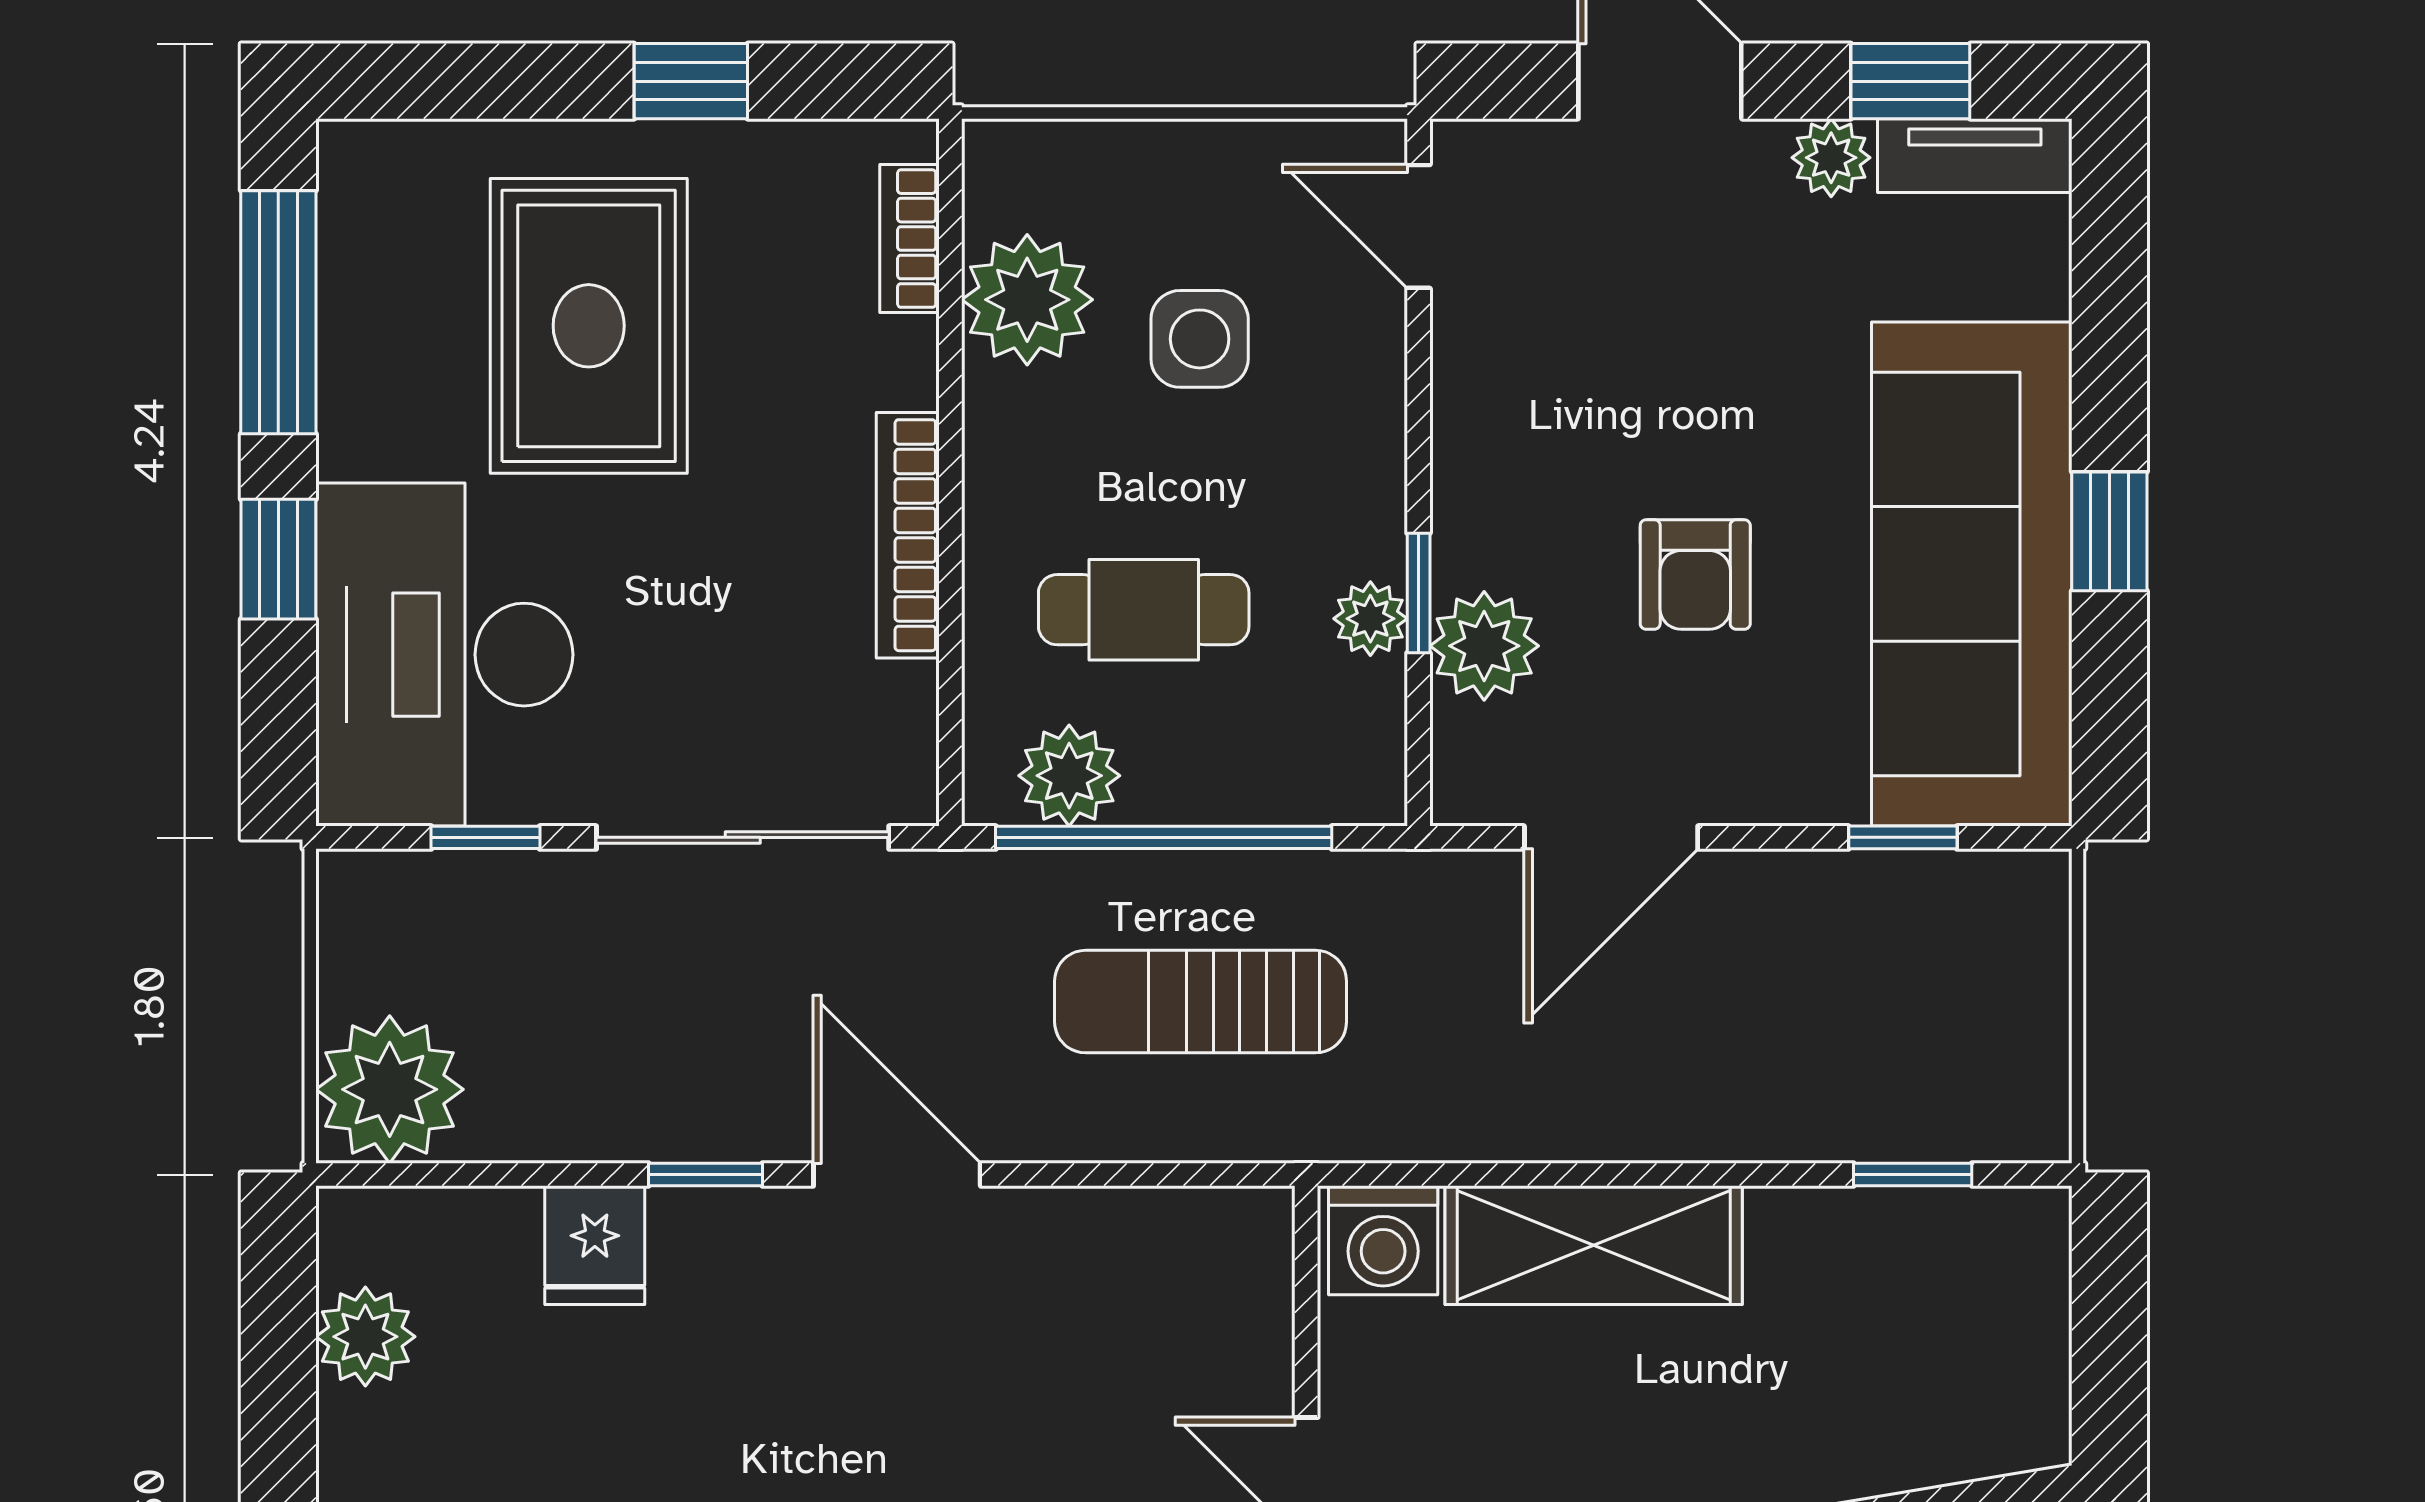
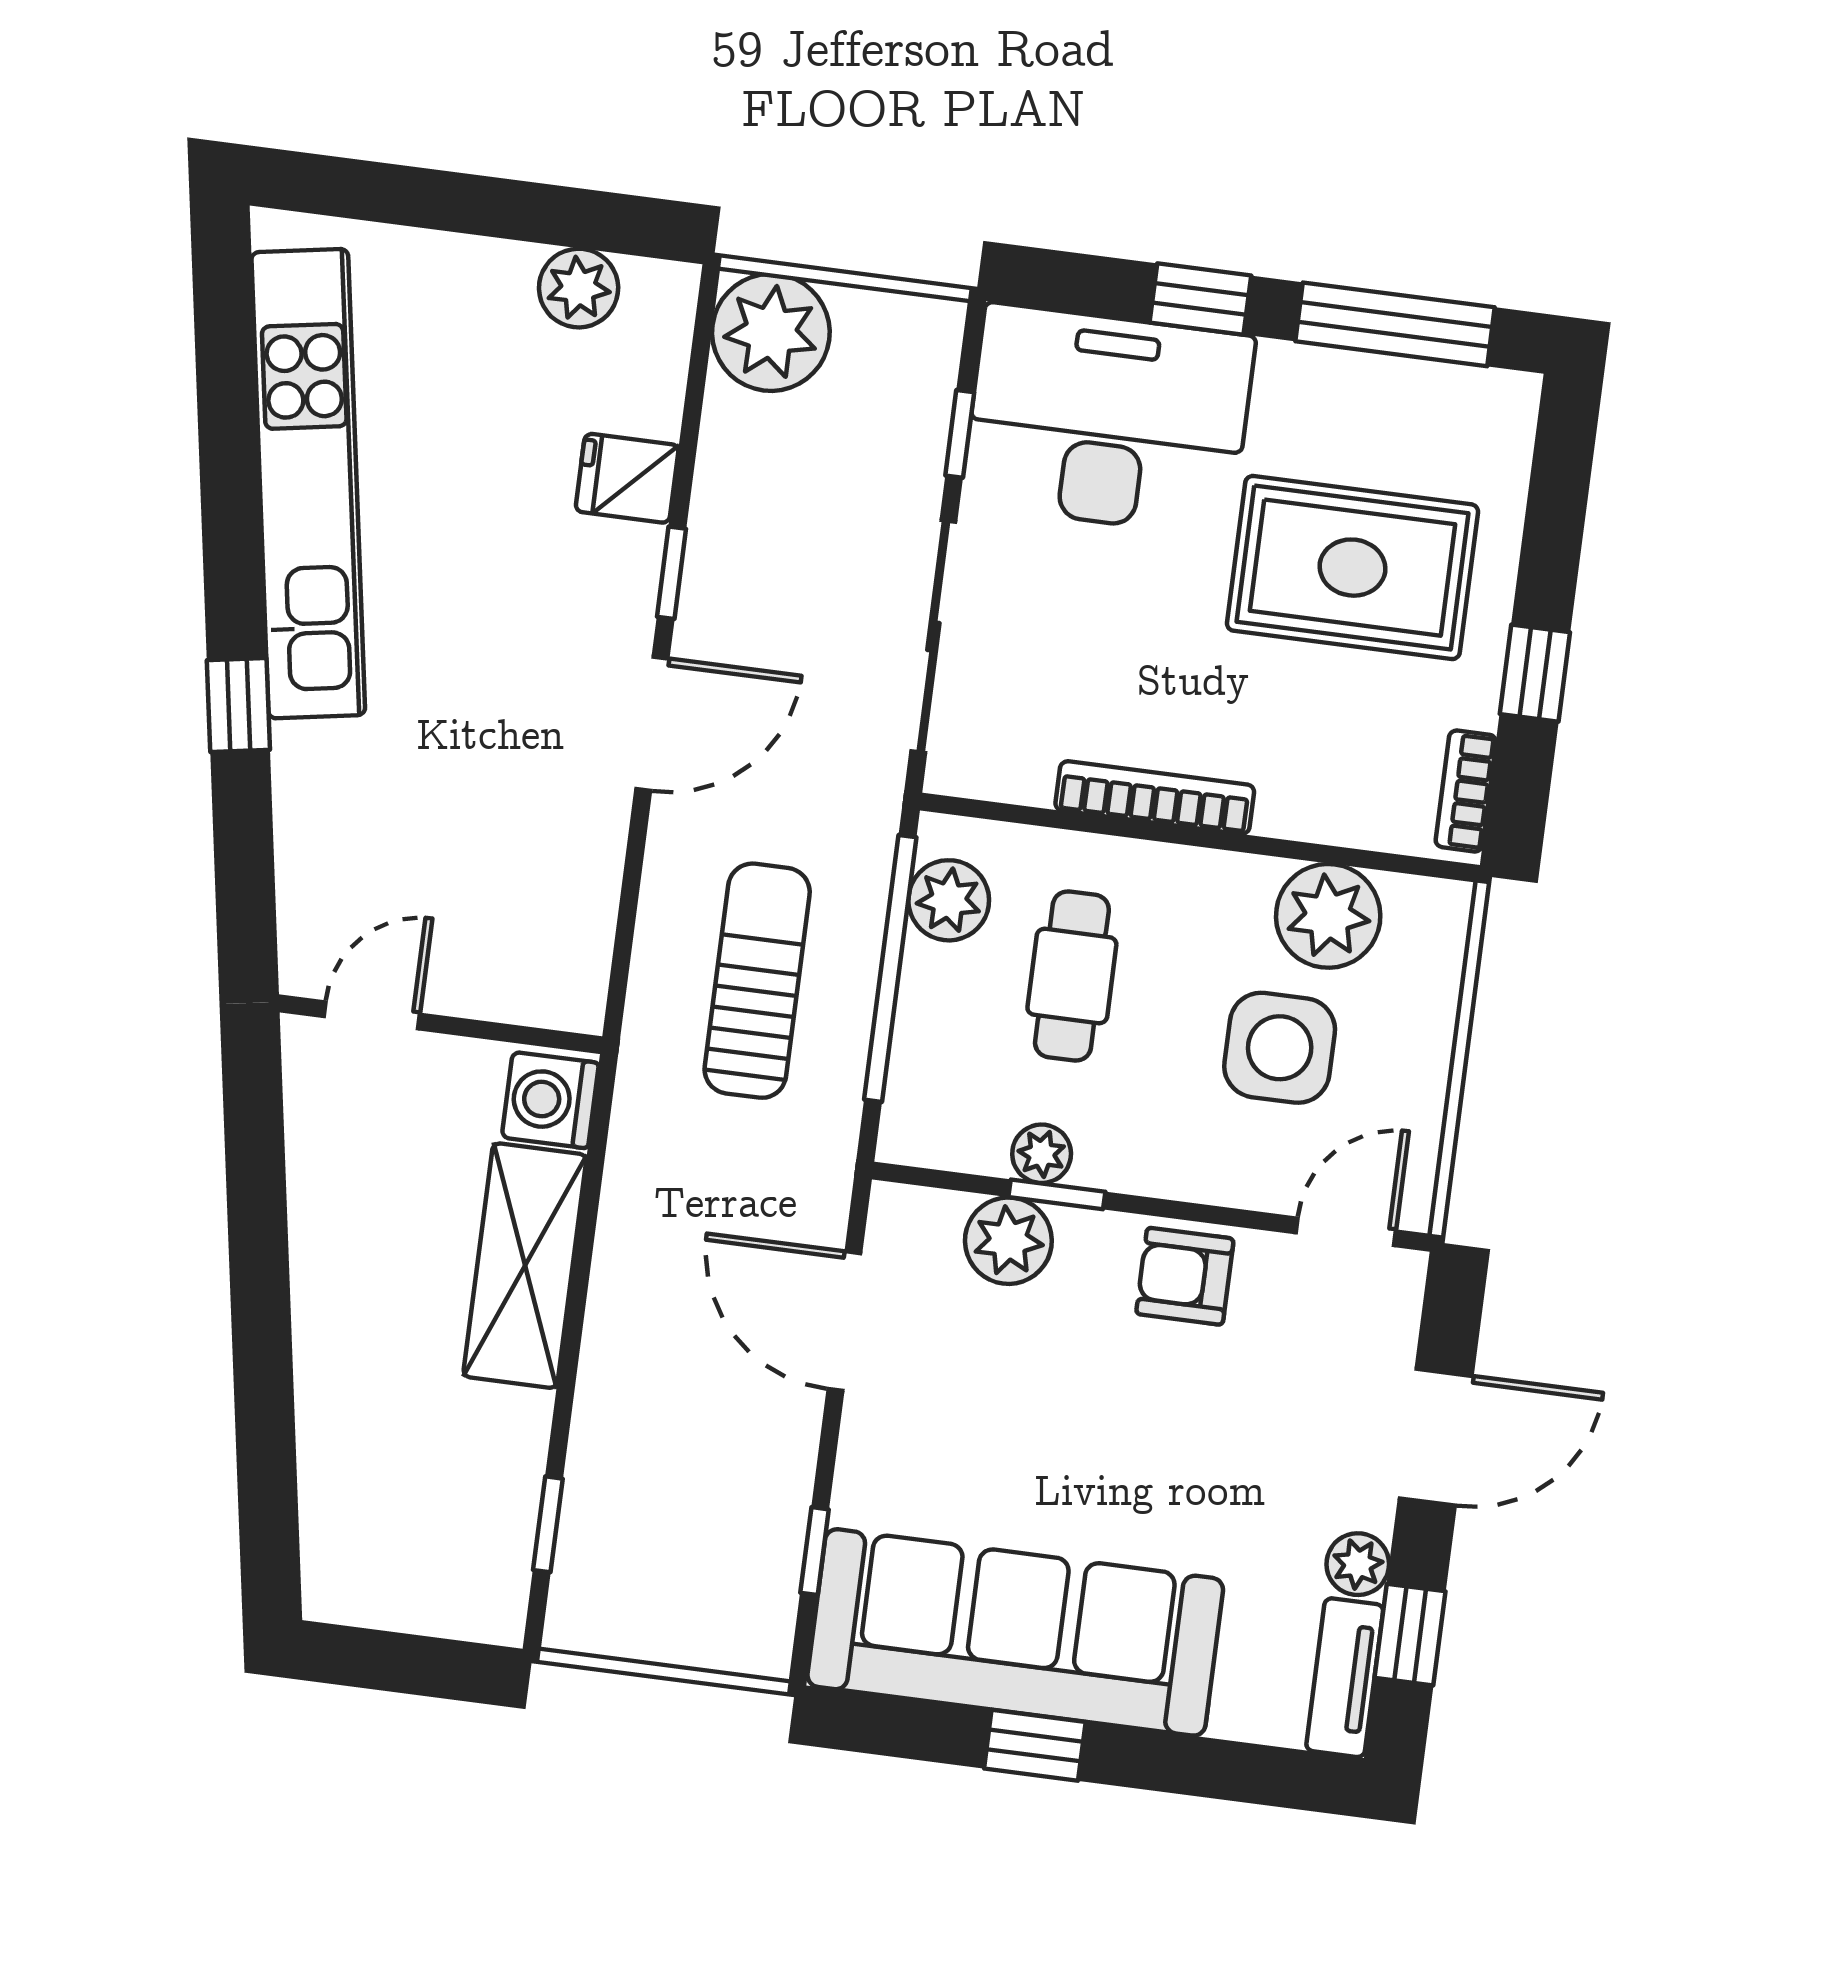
bookcase: (910, 239) -> (1466, 791), moved, turned -90
side table: (1200, 339) -> (1280, 1048), width x1.37, depth x1.37
armchair: (1695, 574) -> (1185, 1276), moved

